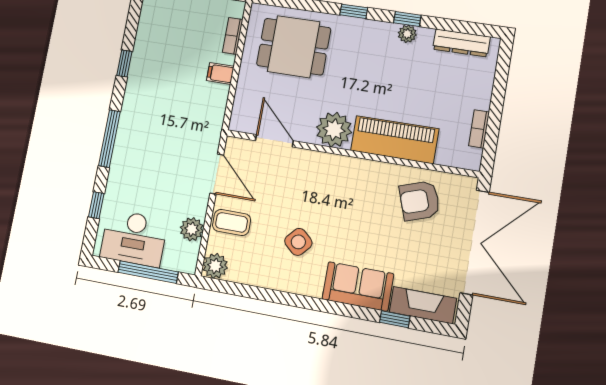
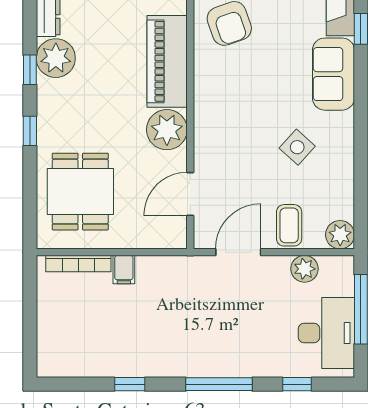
plant: (407, 34) -> (56, 58), width x1.88, depth x1.88
bookcase: (233, 36) -> (78, 264), width x1.56

